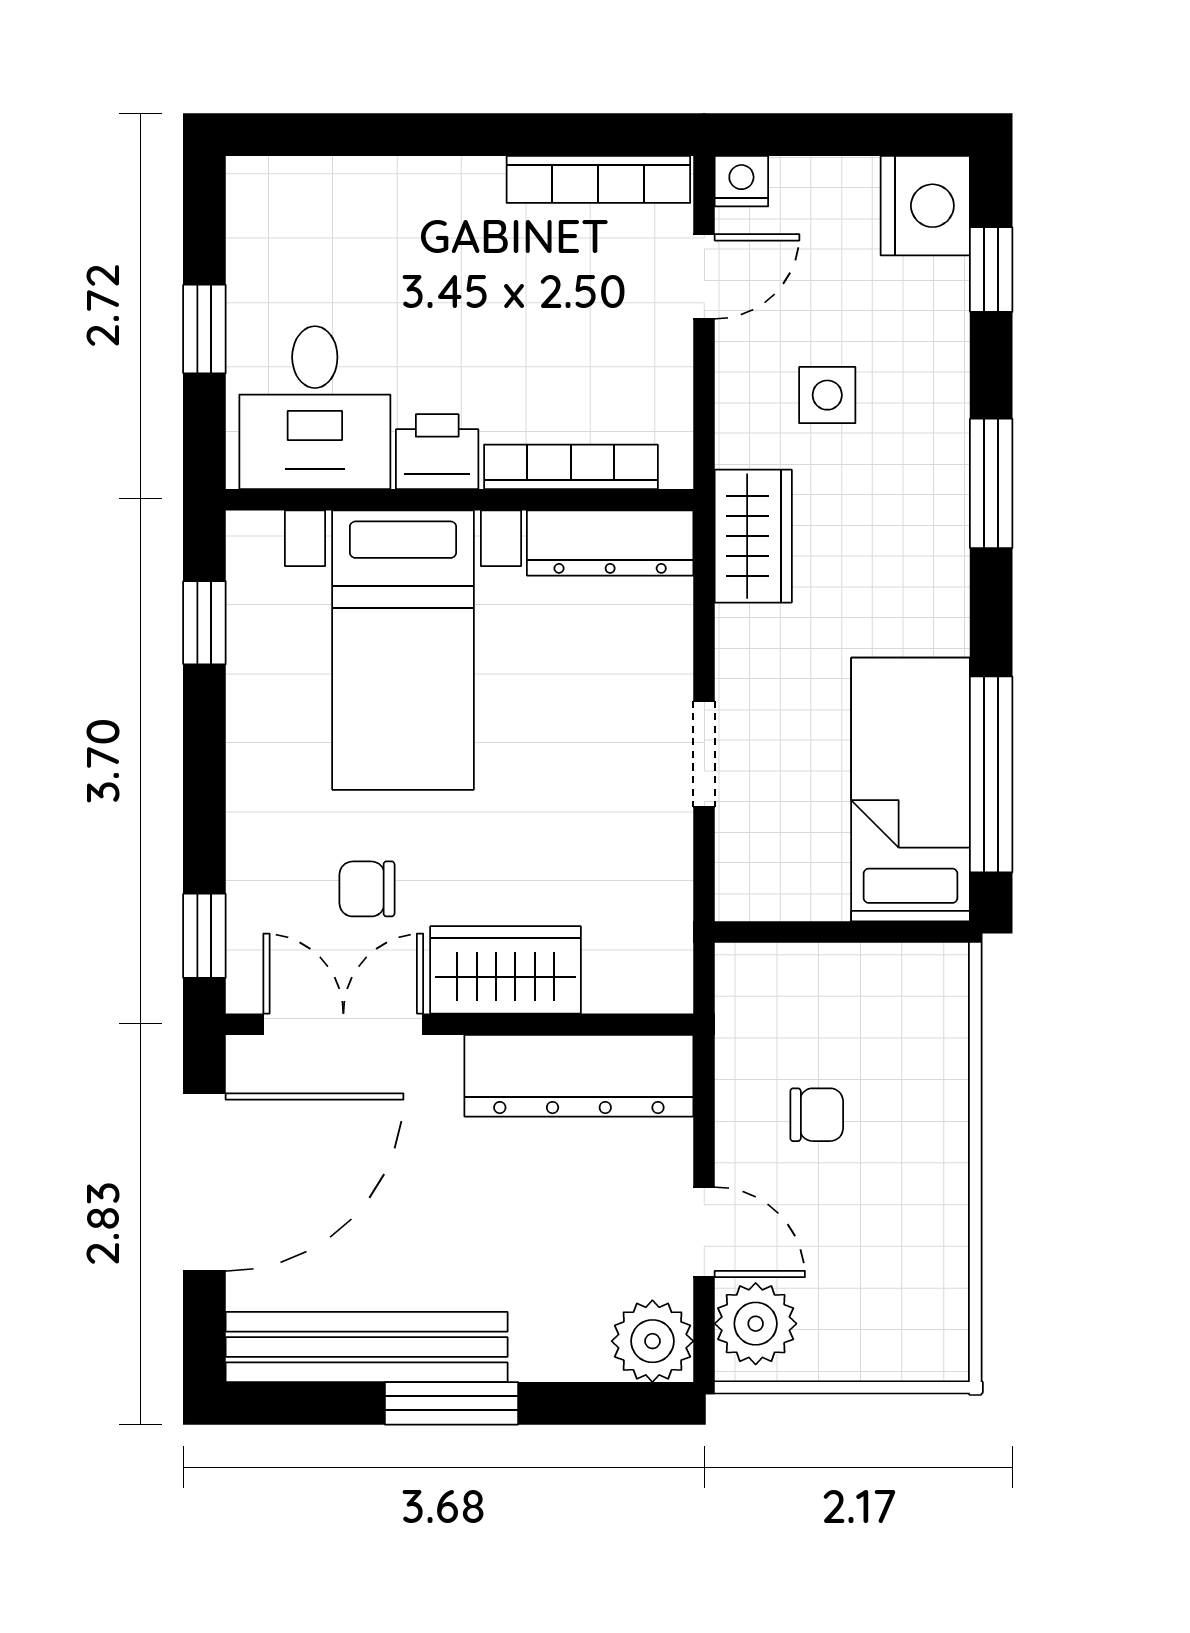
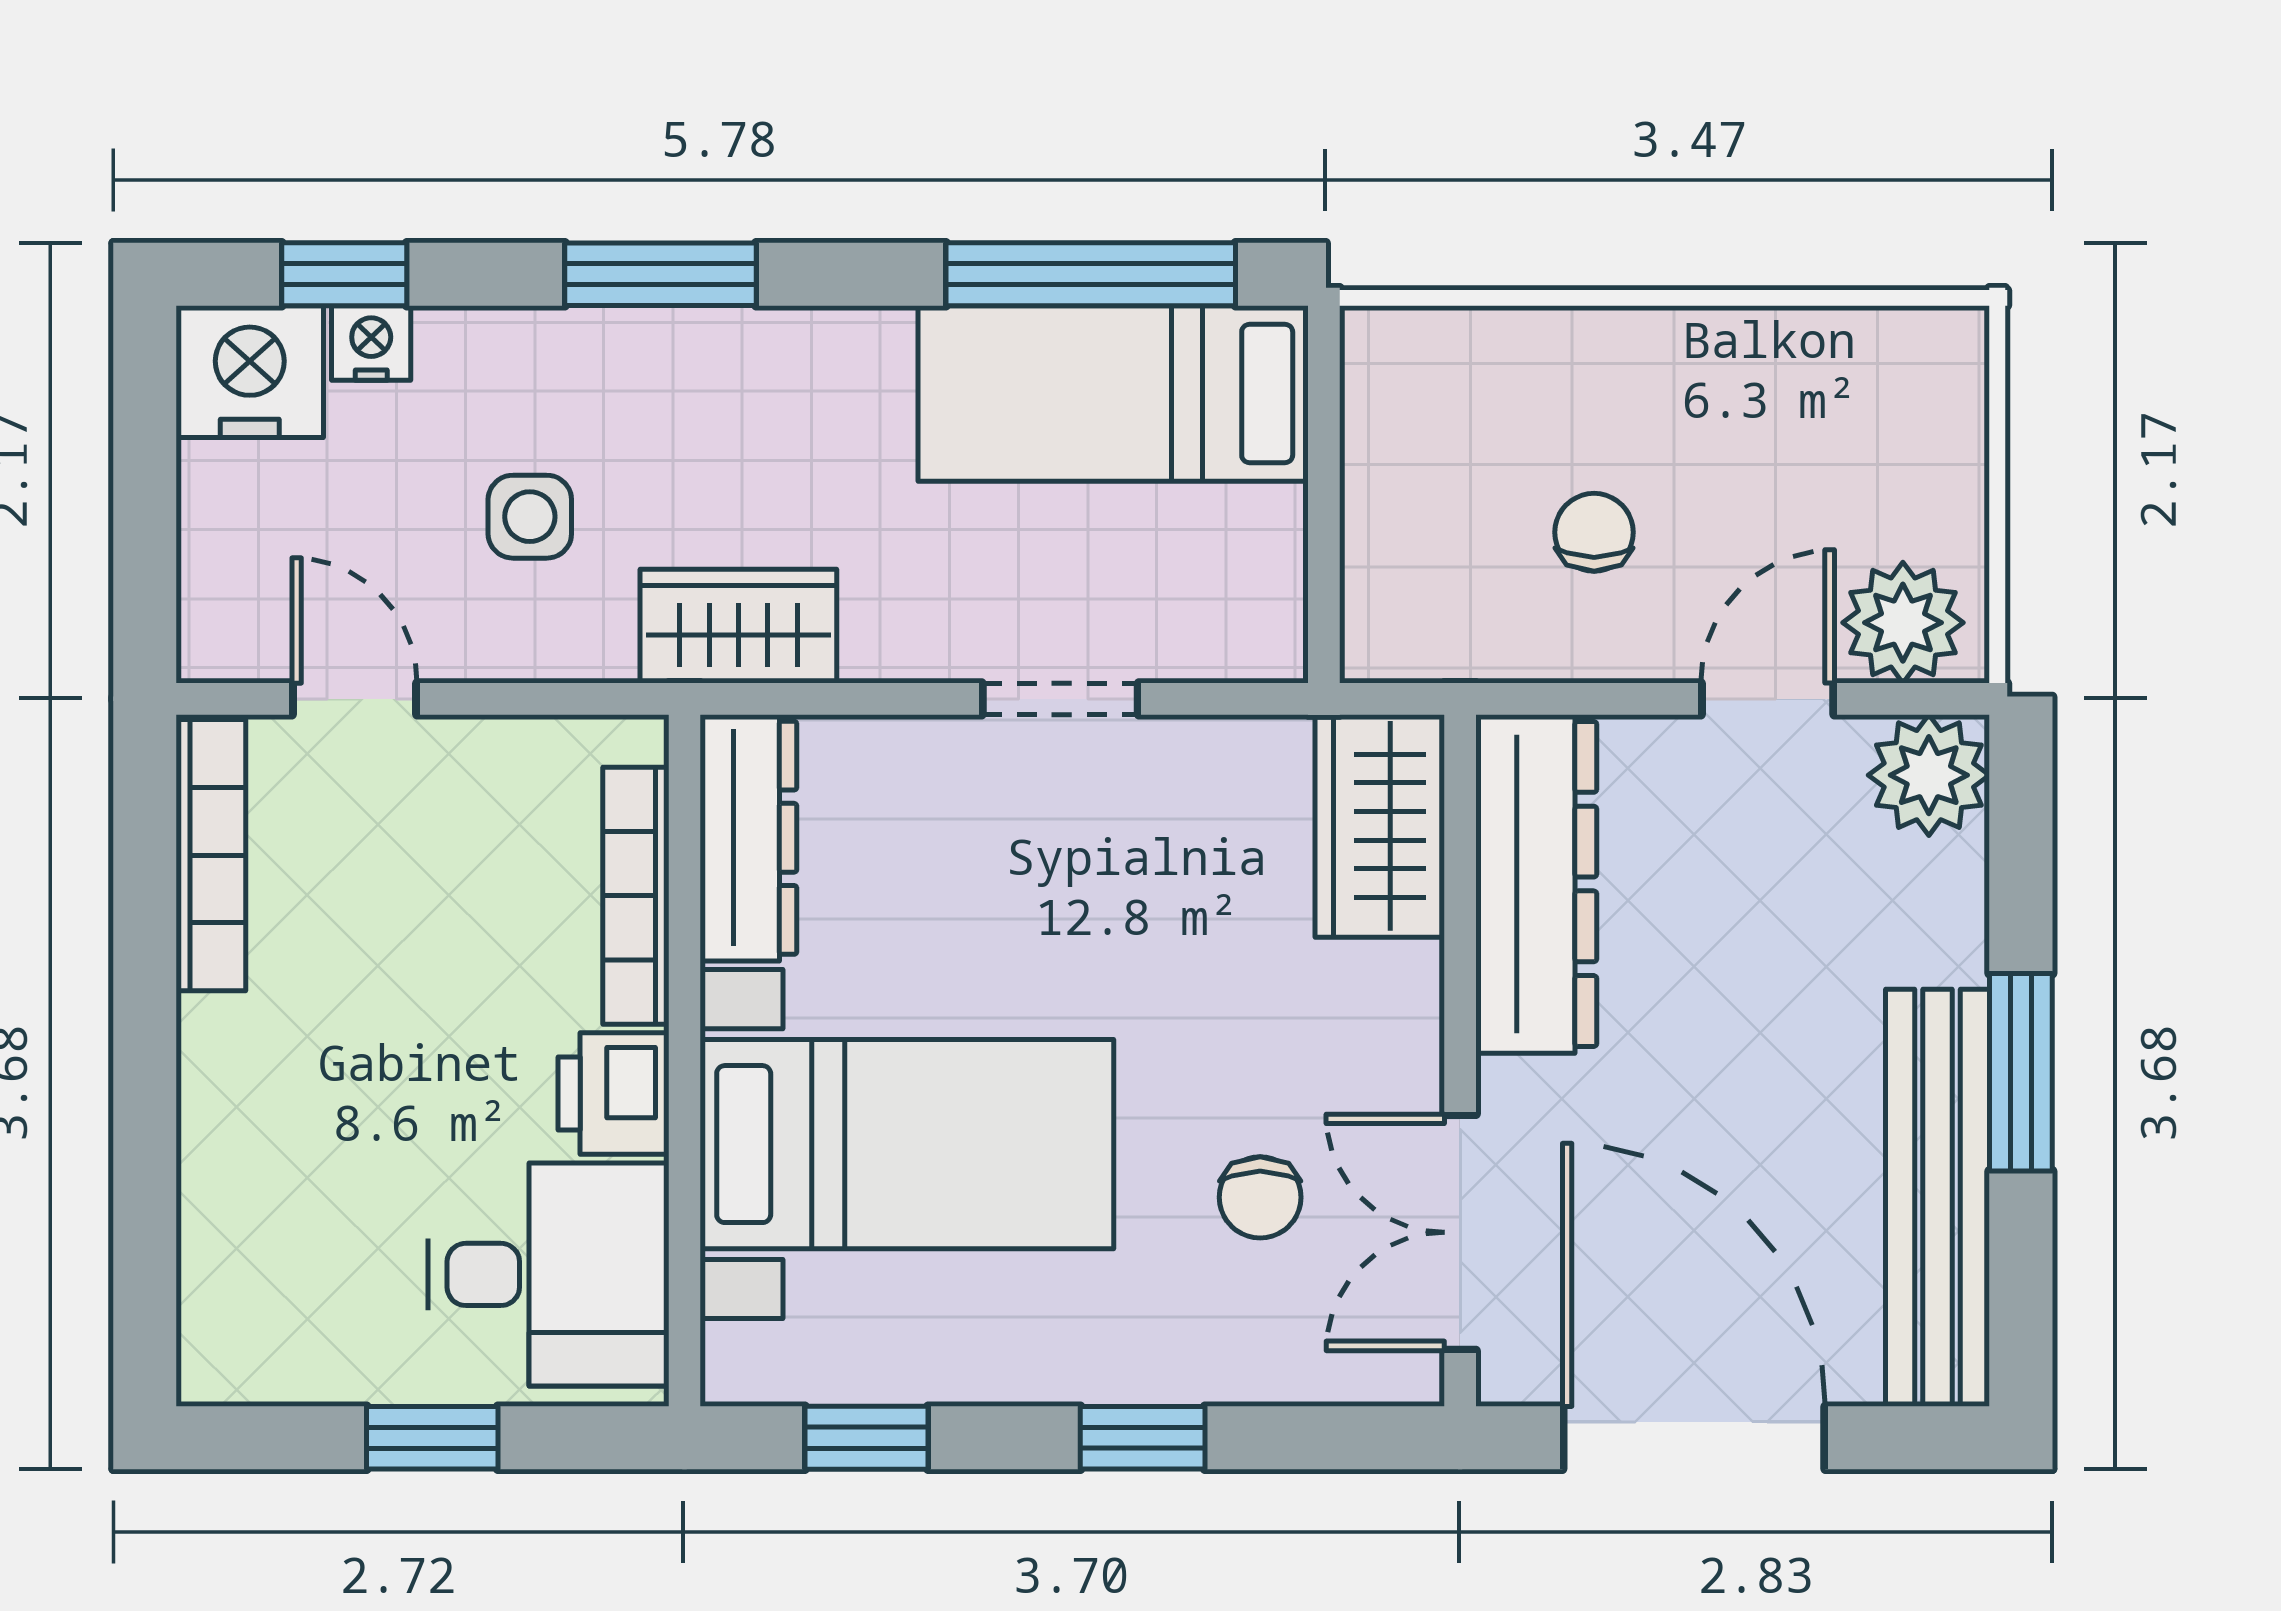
nightstand: (741, 181) -> (371, 343), moved, turned 90
window: (204, 936) -> (1143, 1438), moved
wardrobe: (506, 970) -> (1380, 826), moved

